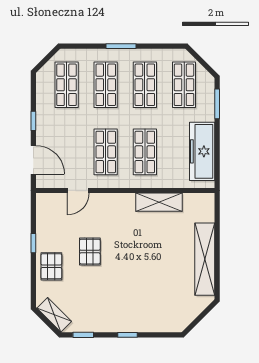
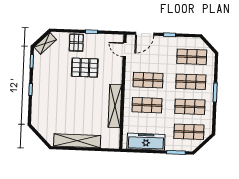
door: (78, 191) -> (124, 50), moved
shelving: (159, 202) -> (115, 106), width x1.47
pallet: (90, 252) -> (85, 68), width x1.50, depth x1.42
pallet: (51, 266) -> (76, 43), turned 90

